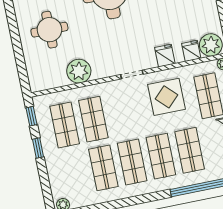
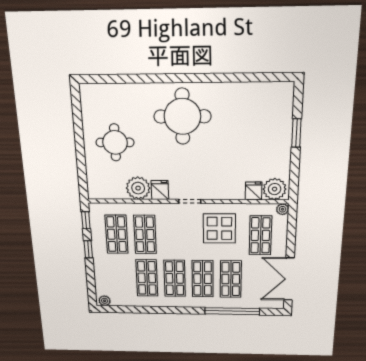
fridge: (165, 56) -> (160, 190), moved

